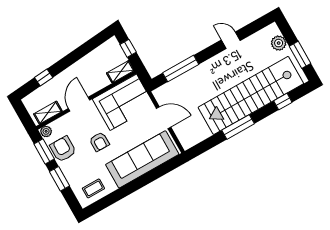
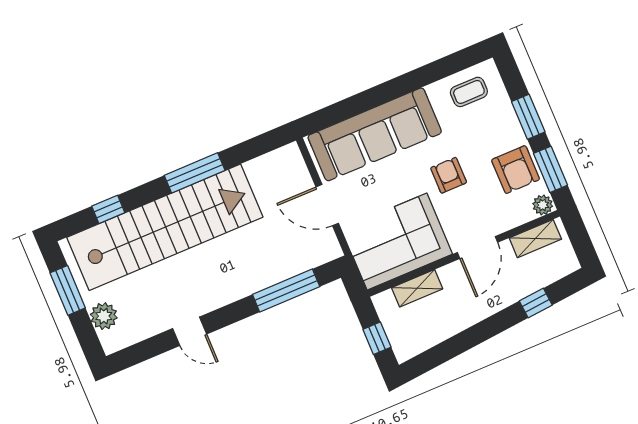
shelving: (121, 72) -> (417, 288), moved

